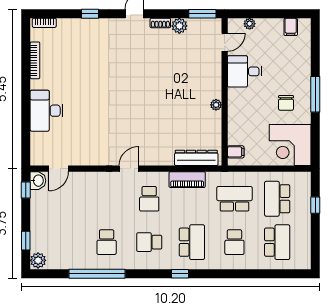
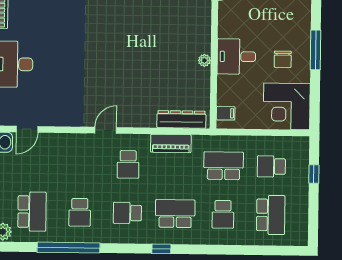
desk: (245, 71) -> (236, 57), moved
school desk: (277, 199) -> (271, 166), width x0.54
school desk: (64, 242) -> (32, 212), added
school desk: (192, 242) -> (175, 214), turned -90

